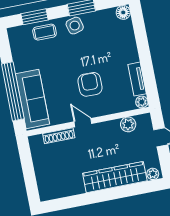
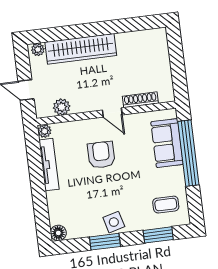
coffee table: (45, 32) -> (166, 205), moved
tv unit: (137, 79) -> (49, 165), width x1.41
armchair: (90, 84) -> (101, 155), turned 180
sofa: (32, 99) -> (167, 143), width x0.73

